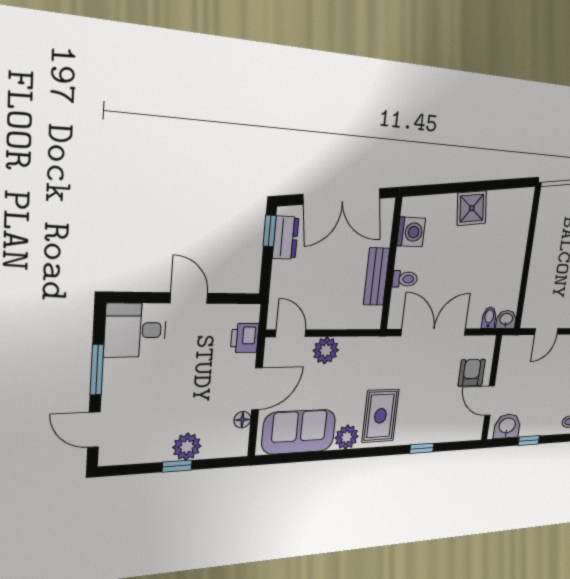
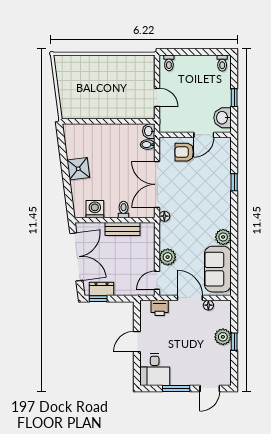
floor lamp: (387, 344) -> (164, 216), added
rug: (380, 416) -> (210, 215), removed

